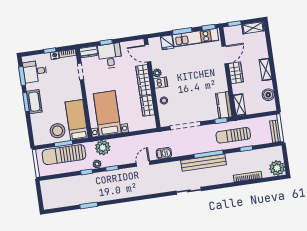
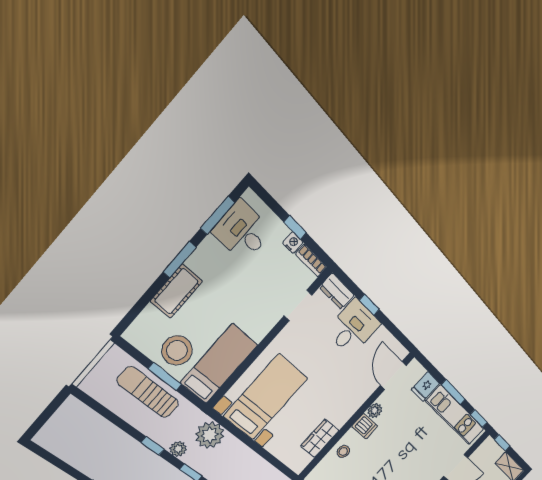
wardrobe: (144, 80) -> (352, 403), removed
cot: (34, 102) -> (176, 291), moved
sun lounger: (64, 155) -> (148, 392), width x0.73, depth x0.75

